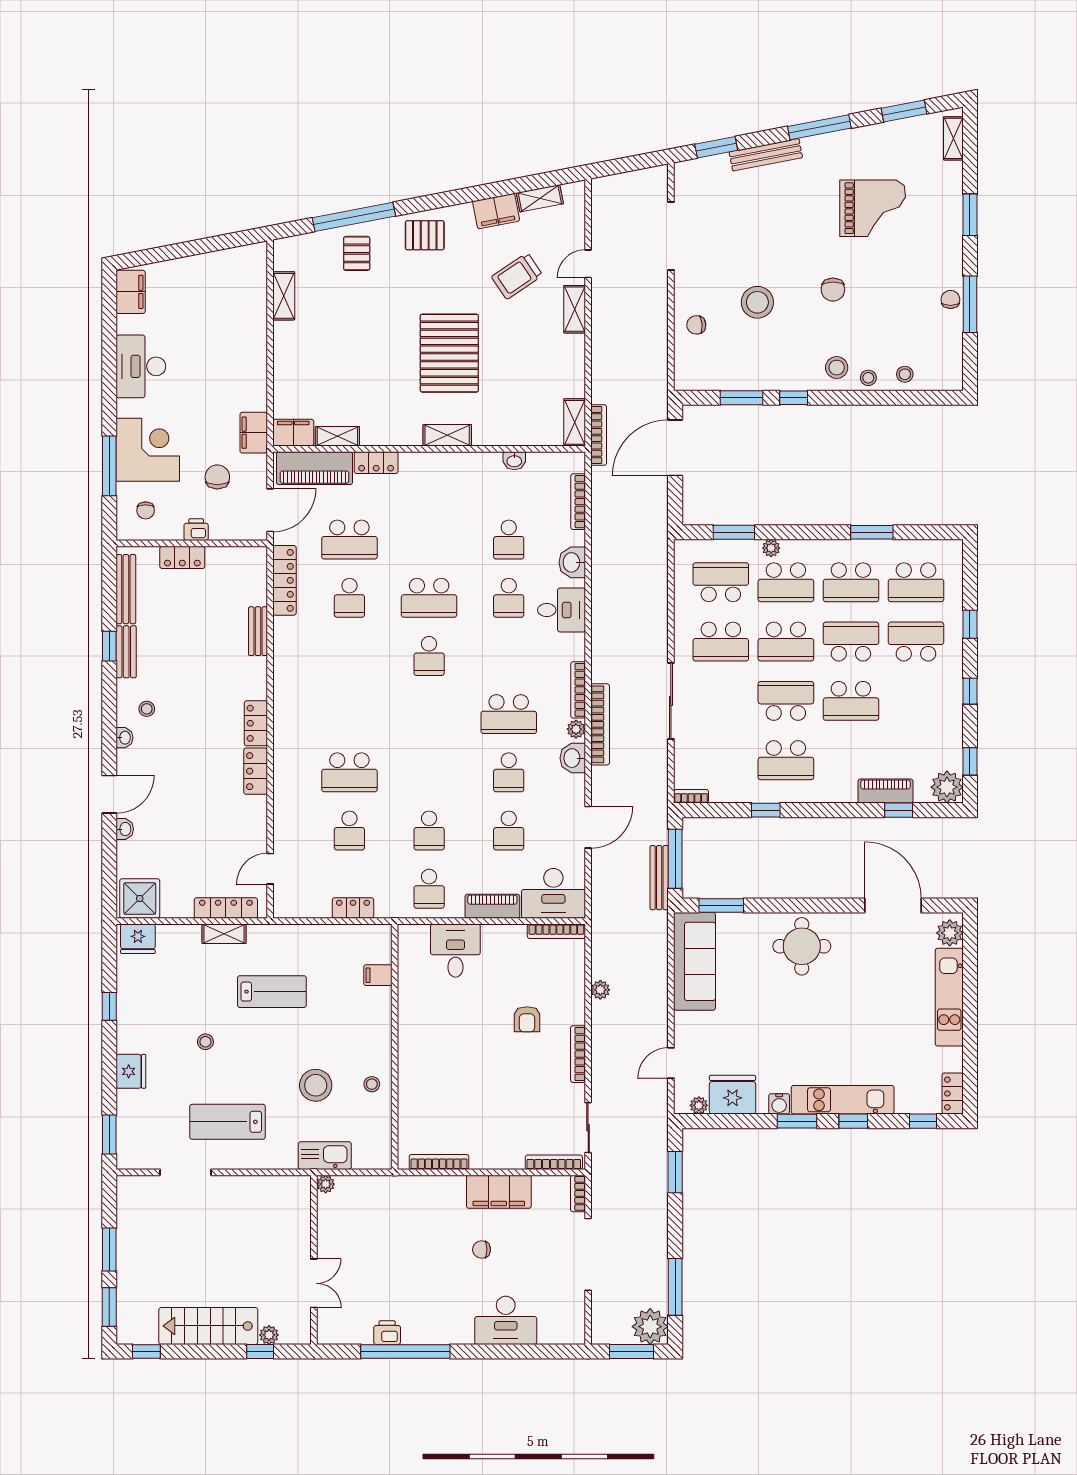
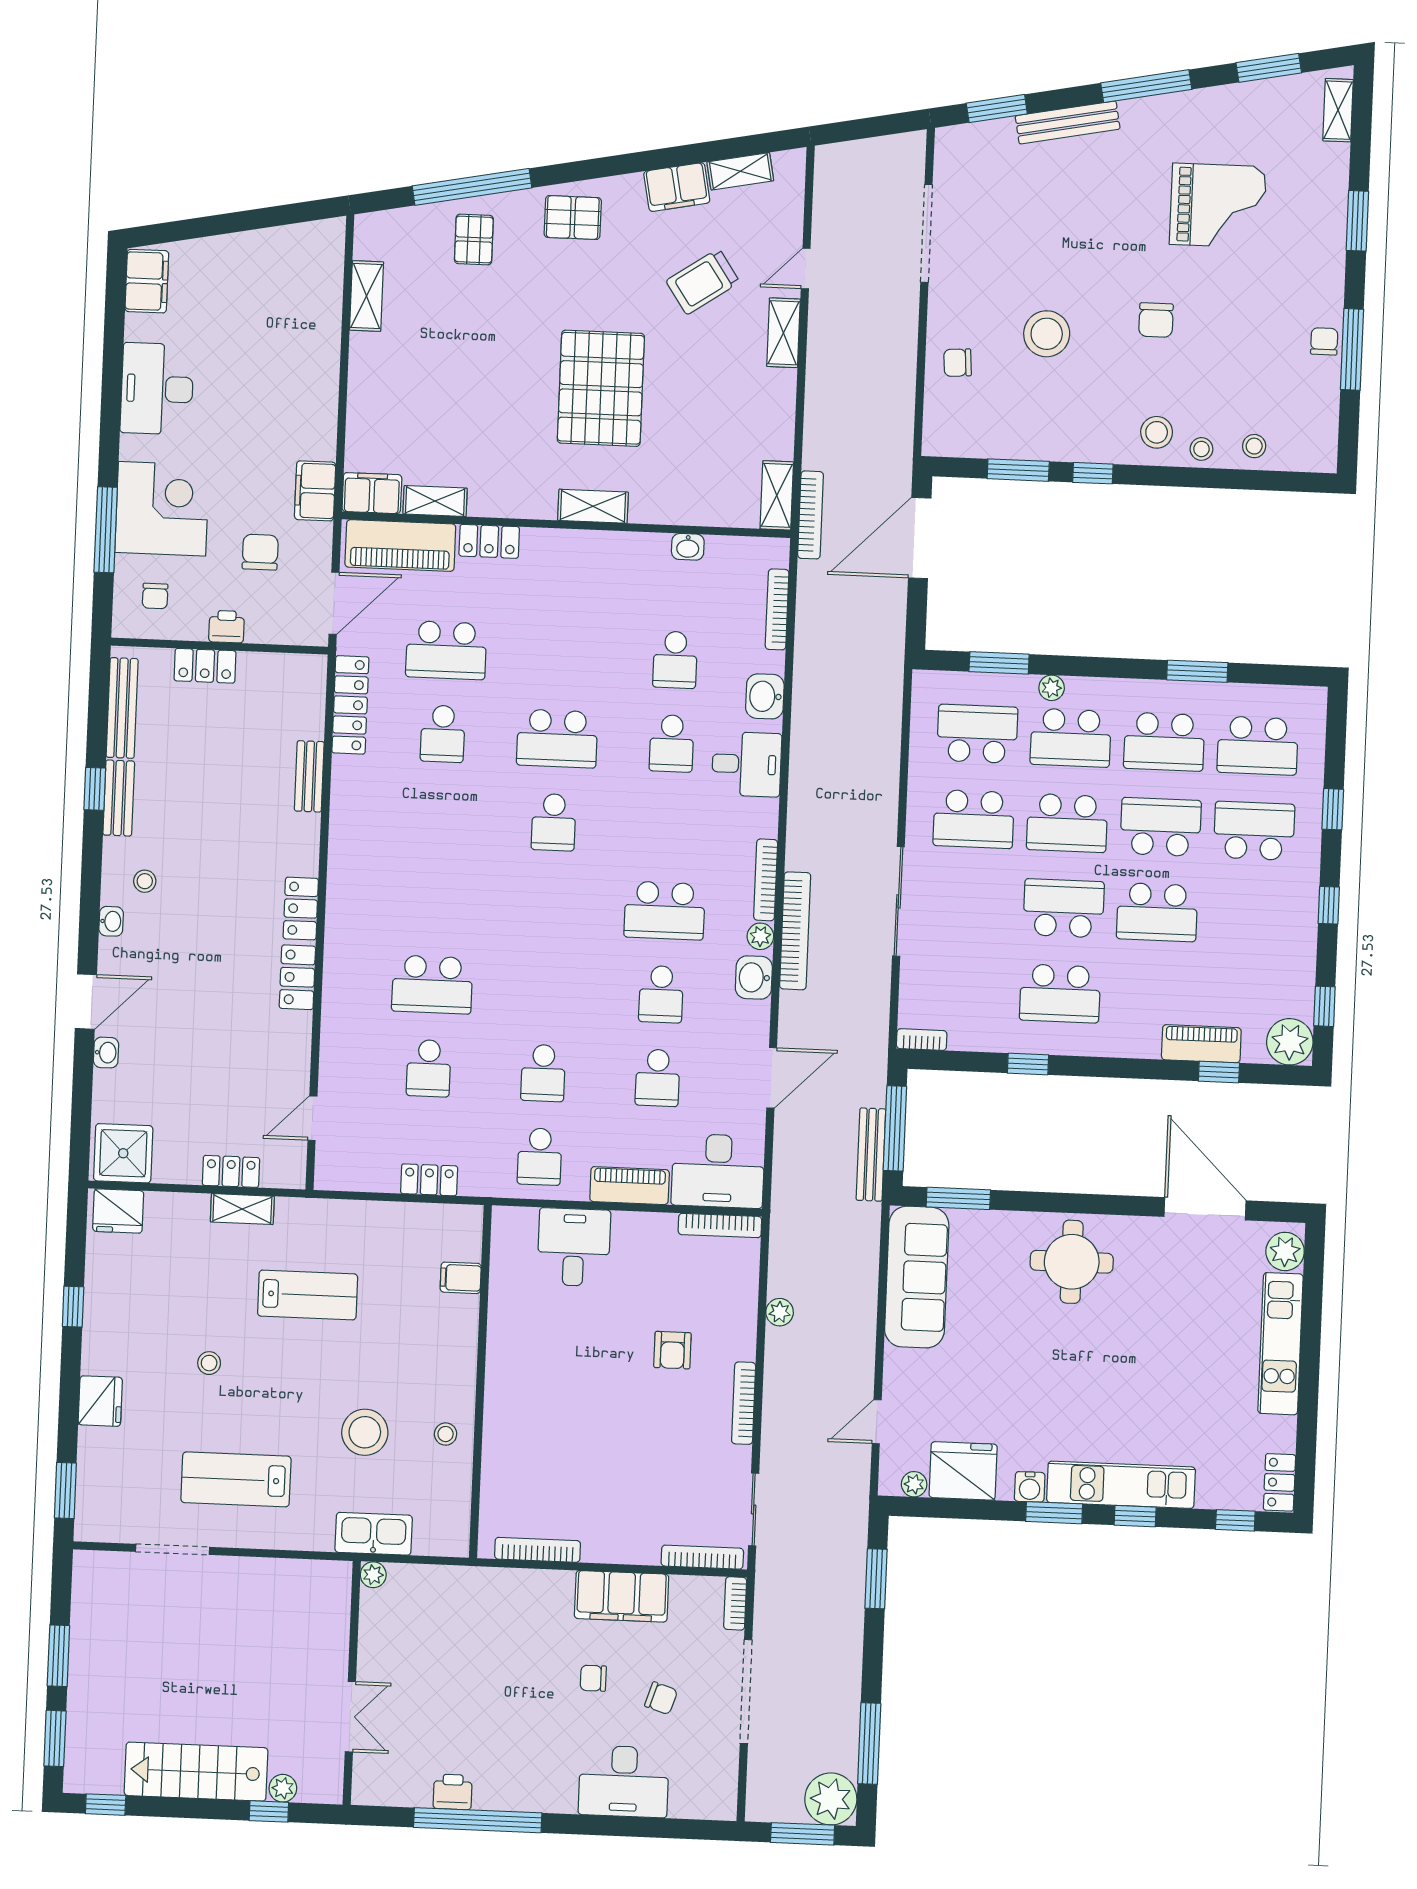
locker: (226, 908) -> (231, 1171), width x0.66
chair: (529, 1261) -> (661, 1698), added

